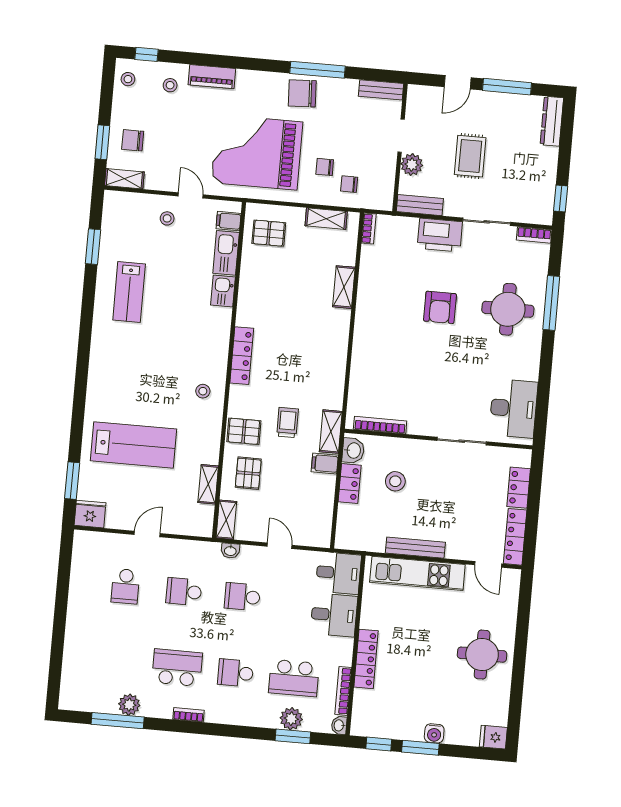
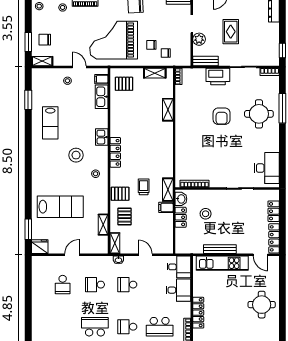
kitchen sink: (223, 291) -> (102, 137), moved
stool: (170, 354) -> (76, 155), added

